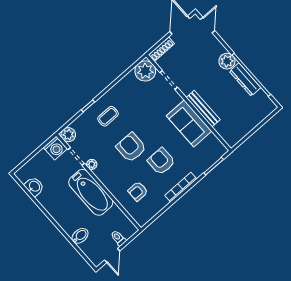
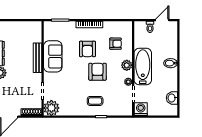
plant: (68, 135) -> (127, 65), moved
armchair: (131, 147) -> (98, 72), turned 180
bidet: (80, 236) -> (171, 63), moved

